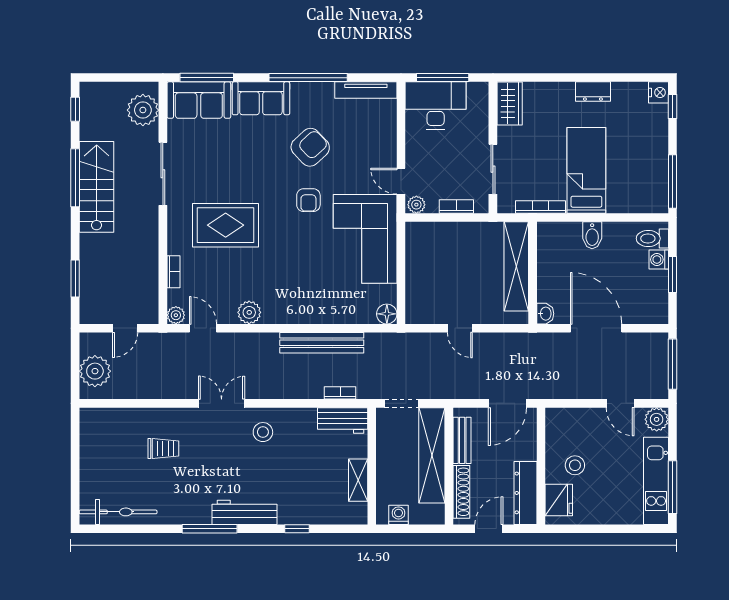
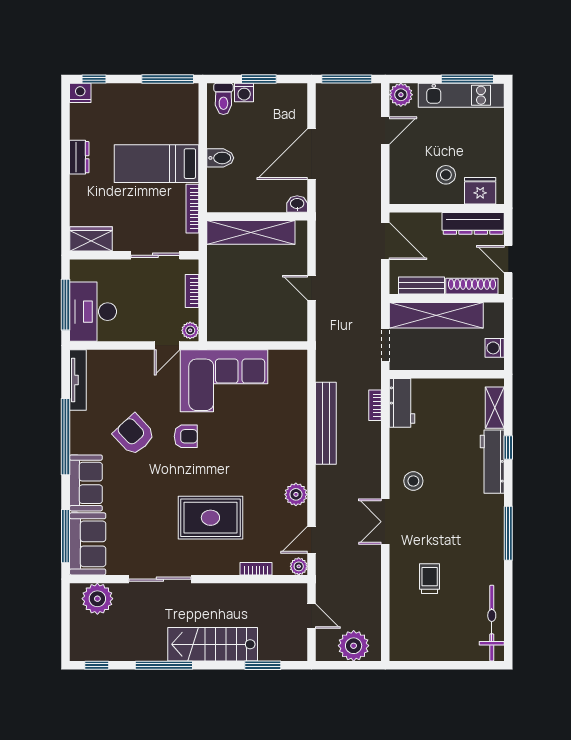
stairs: (97, 187) -> (213, 644), moved
rug: (226, 225) -> (210, 518), turned 90
floor lamp: (387, 314) -> (298, 359), removed
door: (460, 328) -> (311, 288), swing flipped
shelving: (358, 480) -> (495, 408), moved, turned 90
workbench: (244, 512) -> (492, 462), moved

